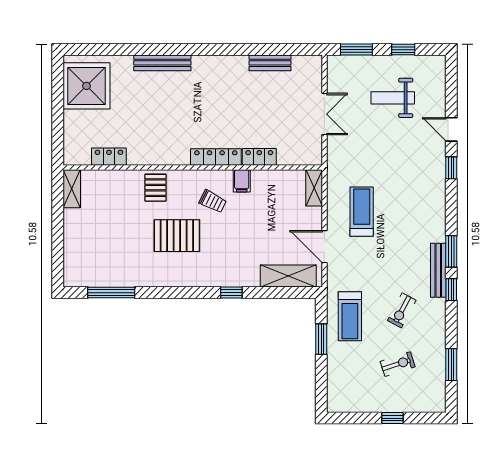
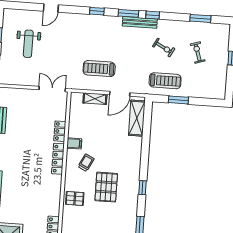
double door: (324, 114) -> (52, 89), moved
window: (451, 168) -> (97, 11), moved
shelving: (314, 188) -> (95, 99), moved
window: (231, 293) -> (142, 188), moved

